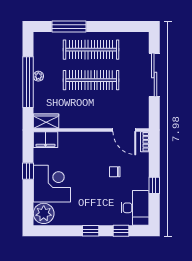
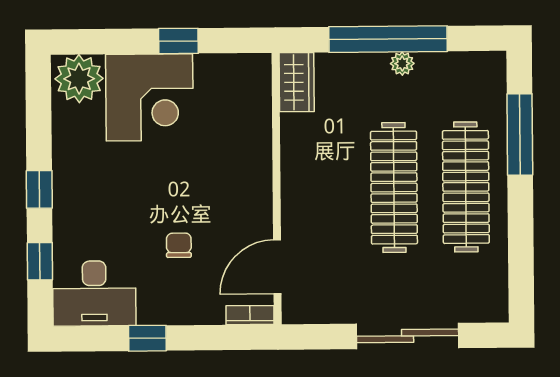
filing cabinet: (45, 140) -> (253, 81), removed

